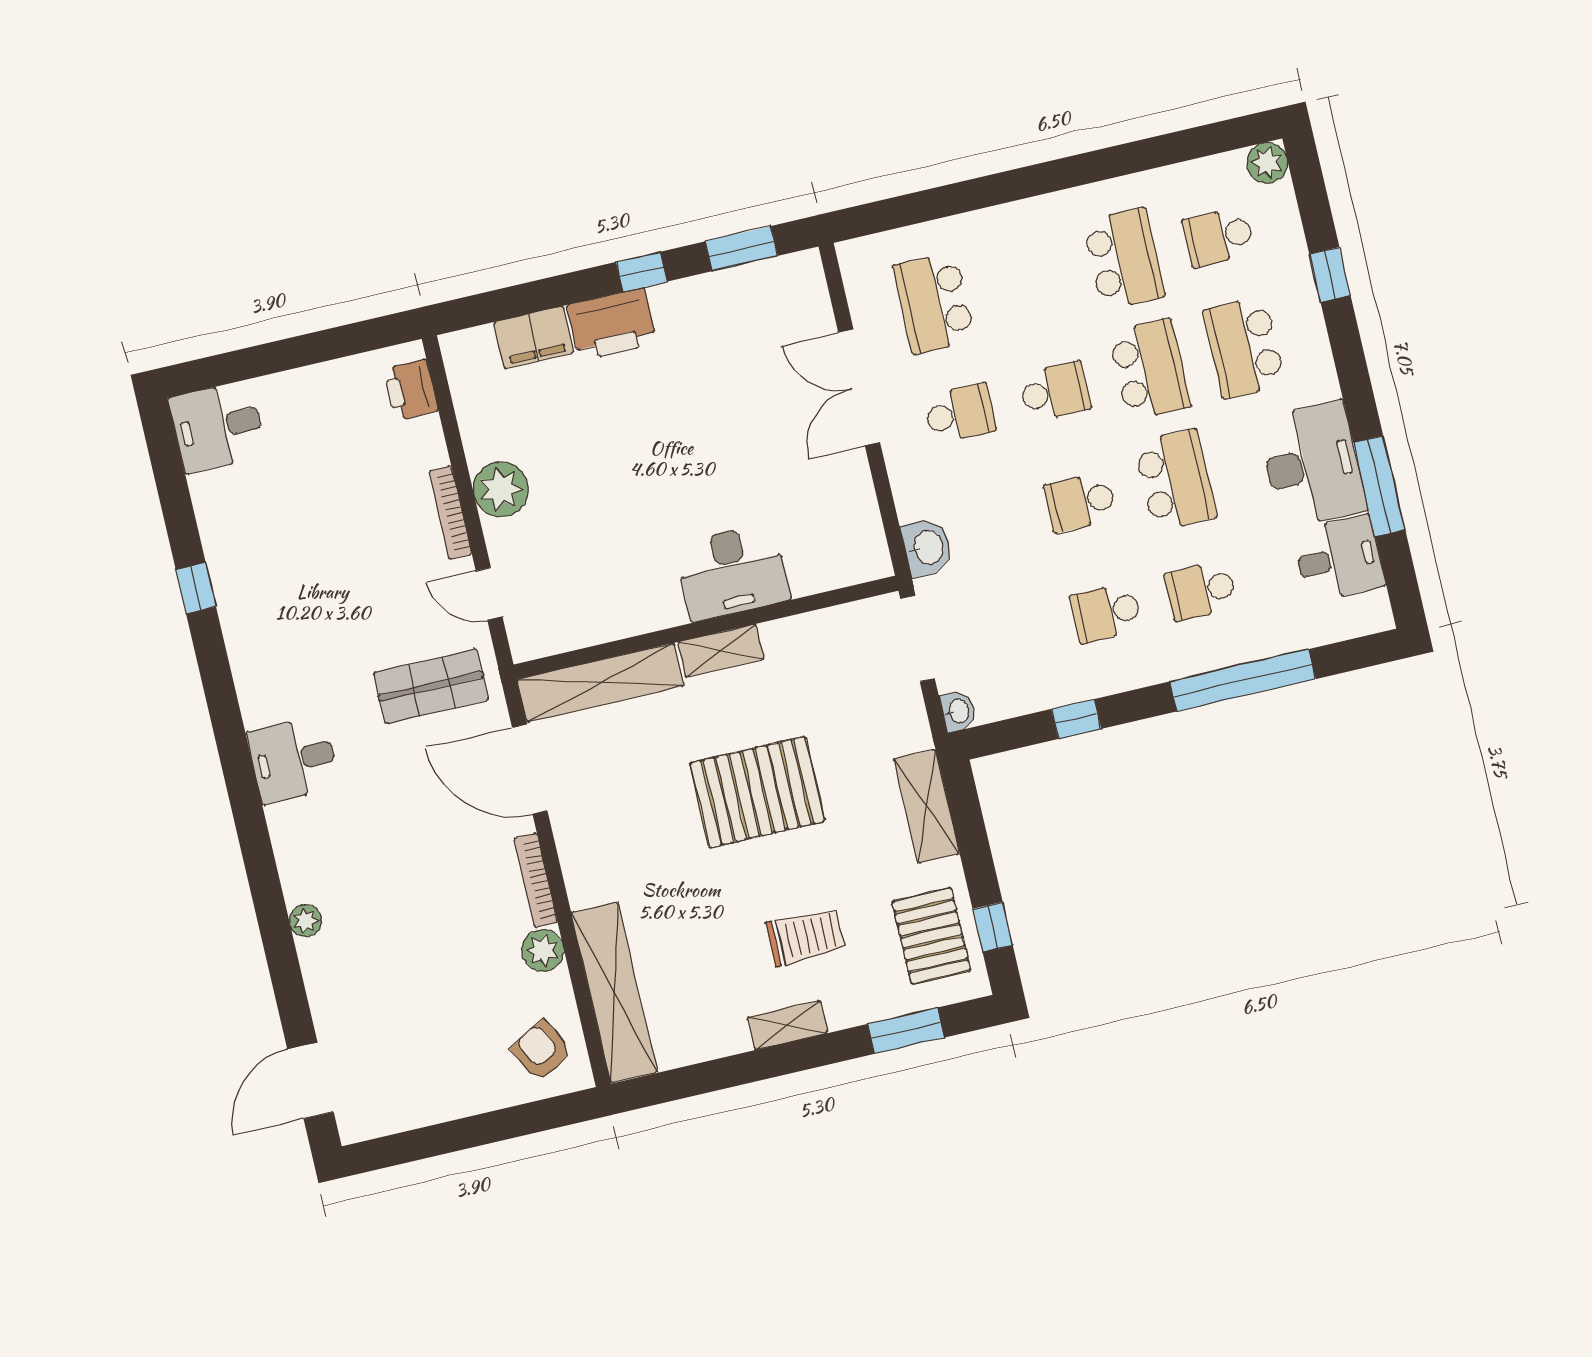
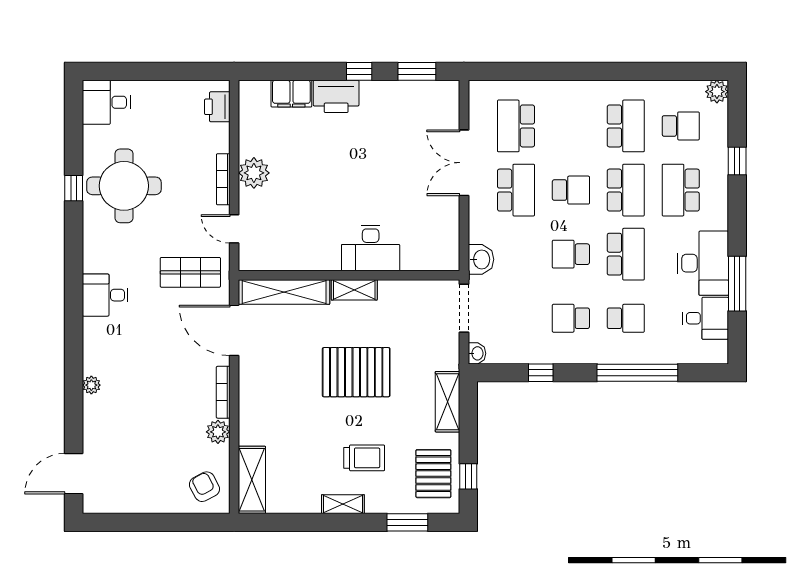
school desk: (1219, 237) -> (681, 126), turned 180
school desk: (960, 414) -> (516, 190), width x1.85
round table: (282, 564) -> (124, 186), added
school desk: (1201, 591) -> (626, 318), turned 180
shelving: (614, 992) -> (252, 480), width x0.68

